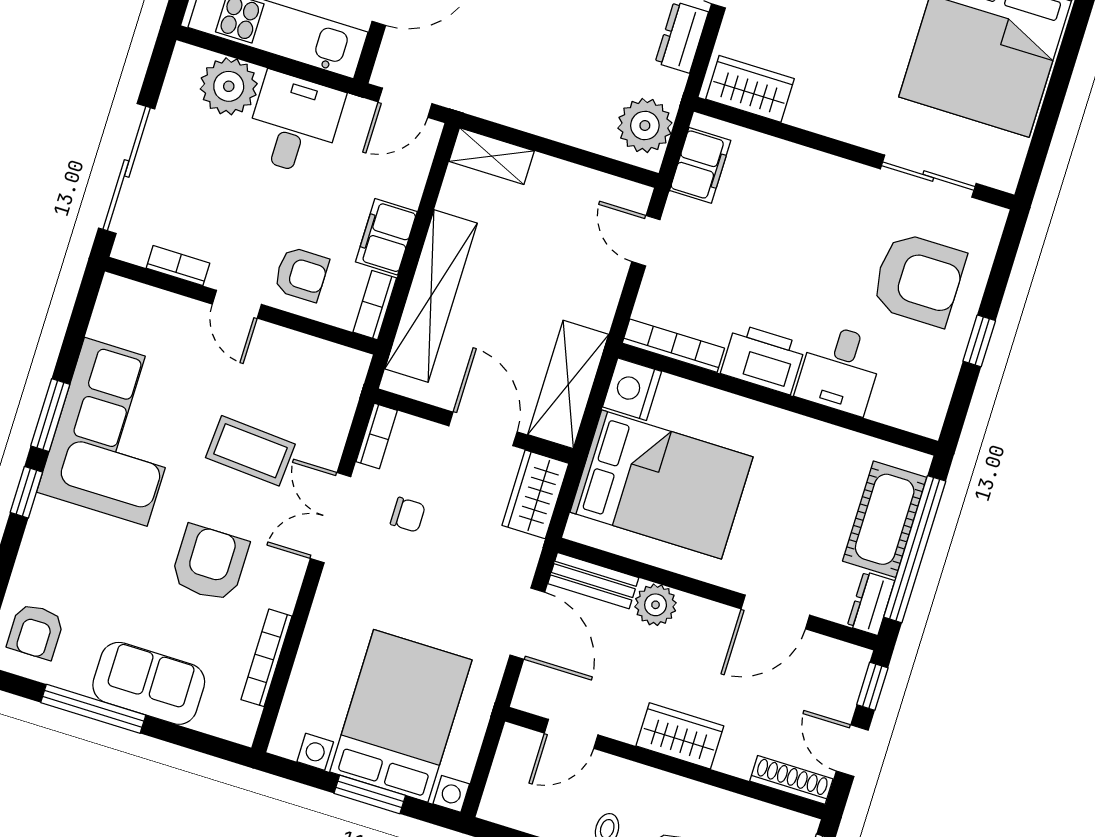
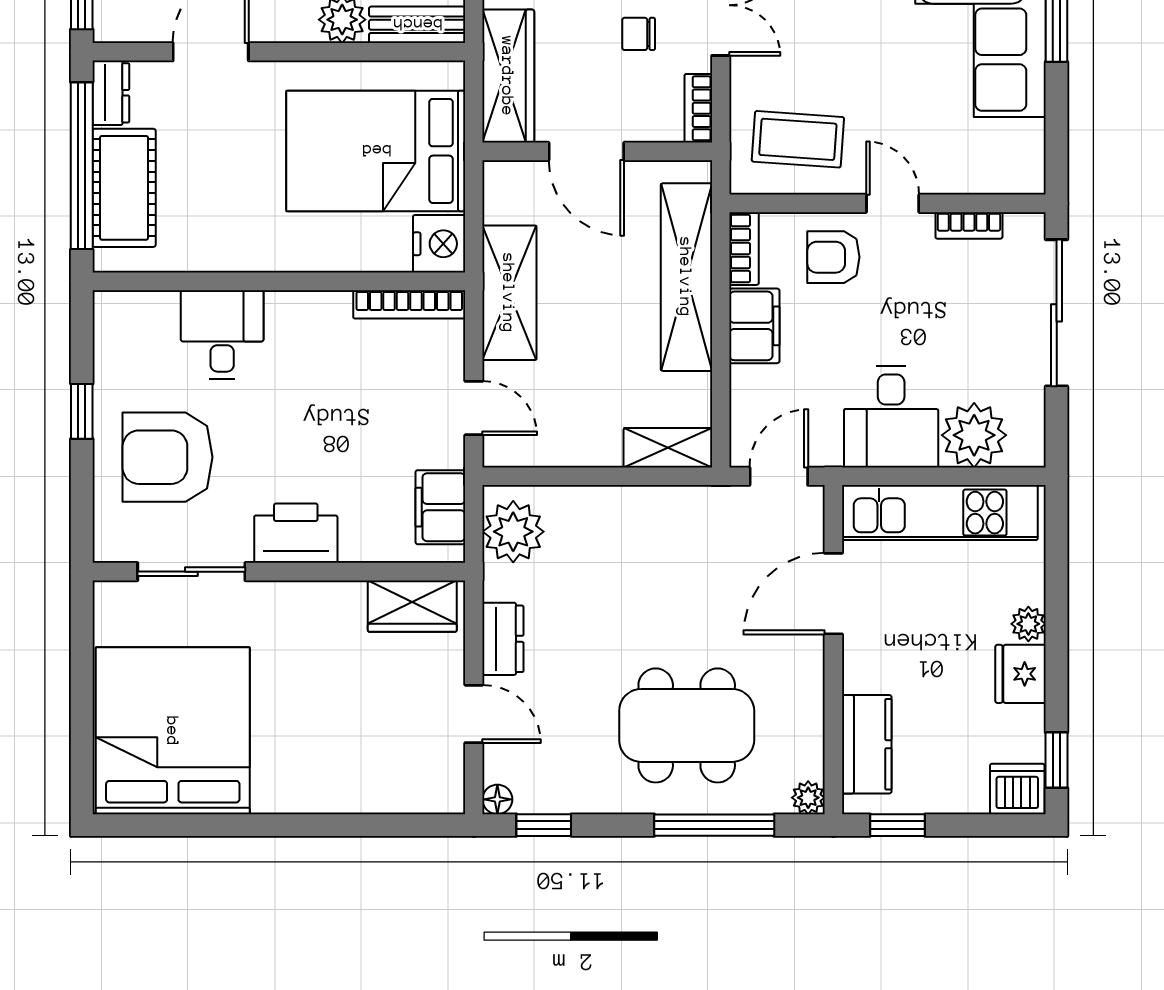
printer: (763, 359) -> (296, 533), moved, turned 180
shelving: (568, 384) -> (509, 293), moved
coffee table: (250, 451) -> (798, 139), moved
wardrobe: (535, 494) -> (508, 76), width x1.50

